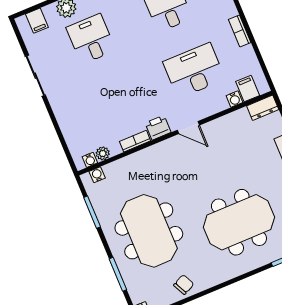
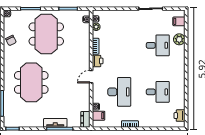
meeting table: (149, 231) -> (46, 34), turned 90

